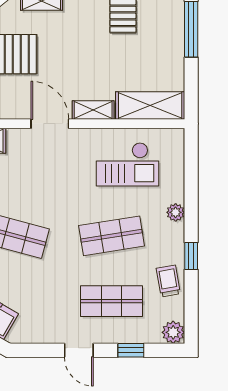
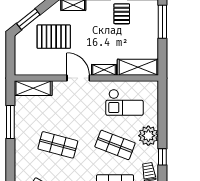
plant: (176, 212) -> (148, 136), width x1.88, depth x1.88
shop shelf: (112, 236) -> (115, 145), turned 30

